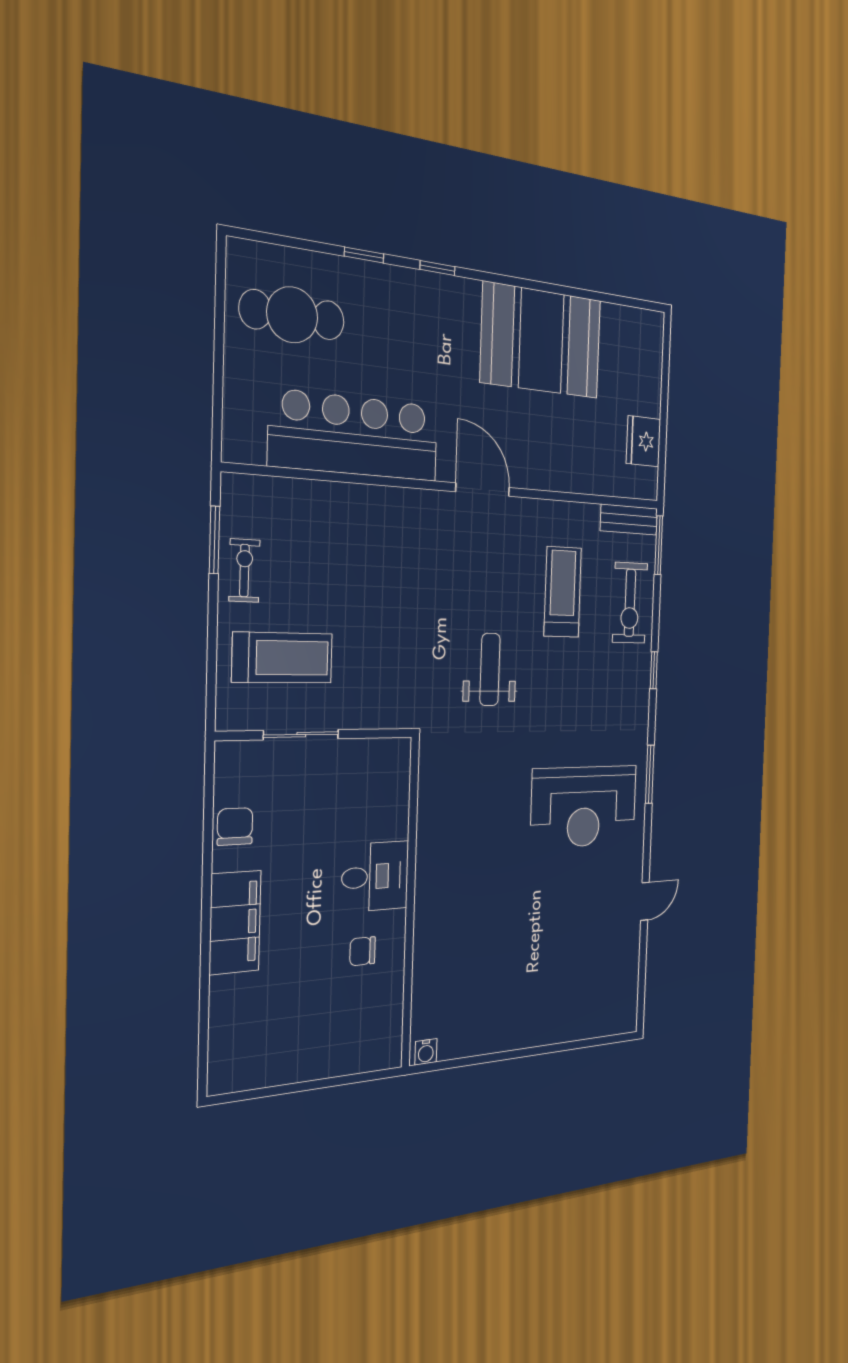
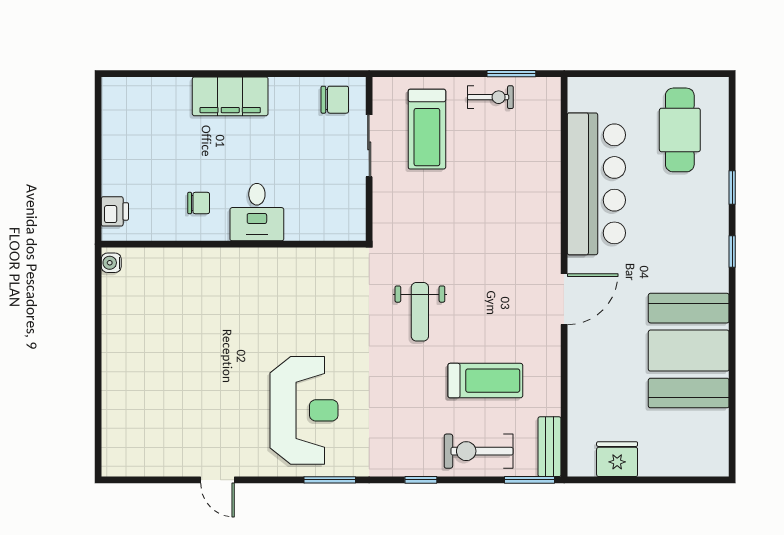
weight bench: (490, 670) -> (420, 312), turned 90
reception desk: (584, 807) -> (304, 410), turned 180
chair: (235, 827) -> (335, 100), moved
chair: (363, 951) -> (199, 203), turned 90
printer: (369, 1055) -> (115, 211), added

